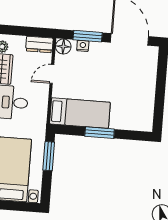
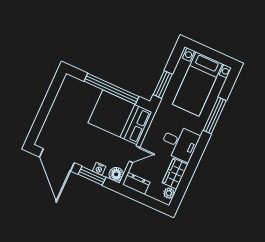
bed: (80, 113) -> (120, 117), width x1.50
window: (100, 133) -> (112, 89), width x2.11

